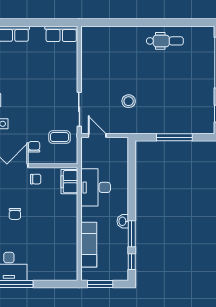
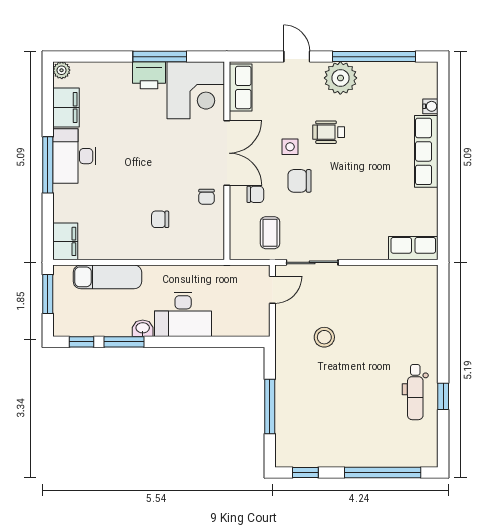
window: (168, 23) -> (443, 396), added
row of seats: (61, 34) -> (413, 248), moved, turned 90
chair: (25, 118) -> (300, 181), added
filing cabinet: (69, 182) -> (65, 241), moved, turned 90
desk: (96, 187) -> (183, 314), moved, turned 180
chair: (15, 214) -> (160, 219), moved

